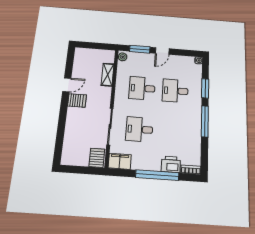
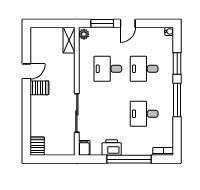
shelving: (108, 75) -> (69, 40), moved
desk: (139, 129) -> (144, 114), moved
server rack: (97, 158) -> (37, 146), moved
filing cabinet: (120, 161) -> (84, 148), width x0.50
printer: (171, 164) -> (112, 147), moved

